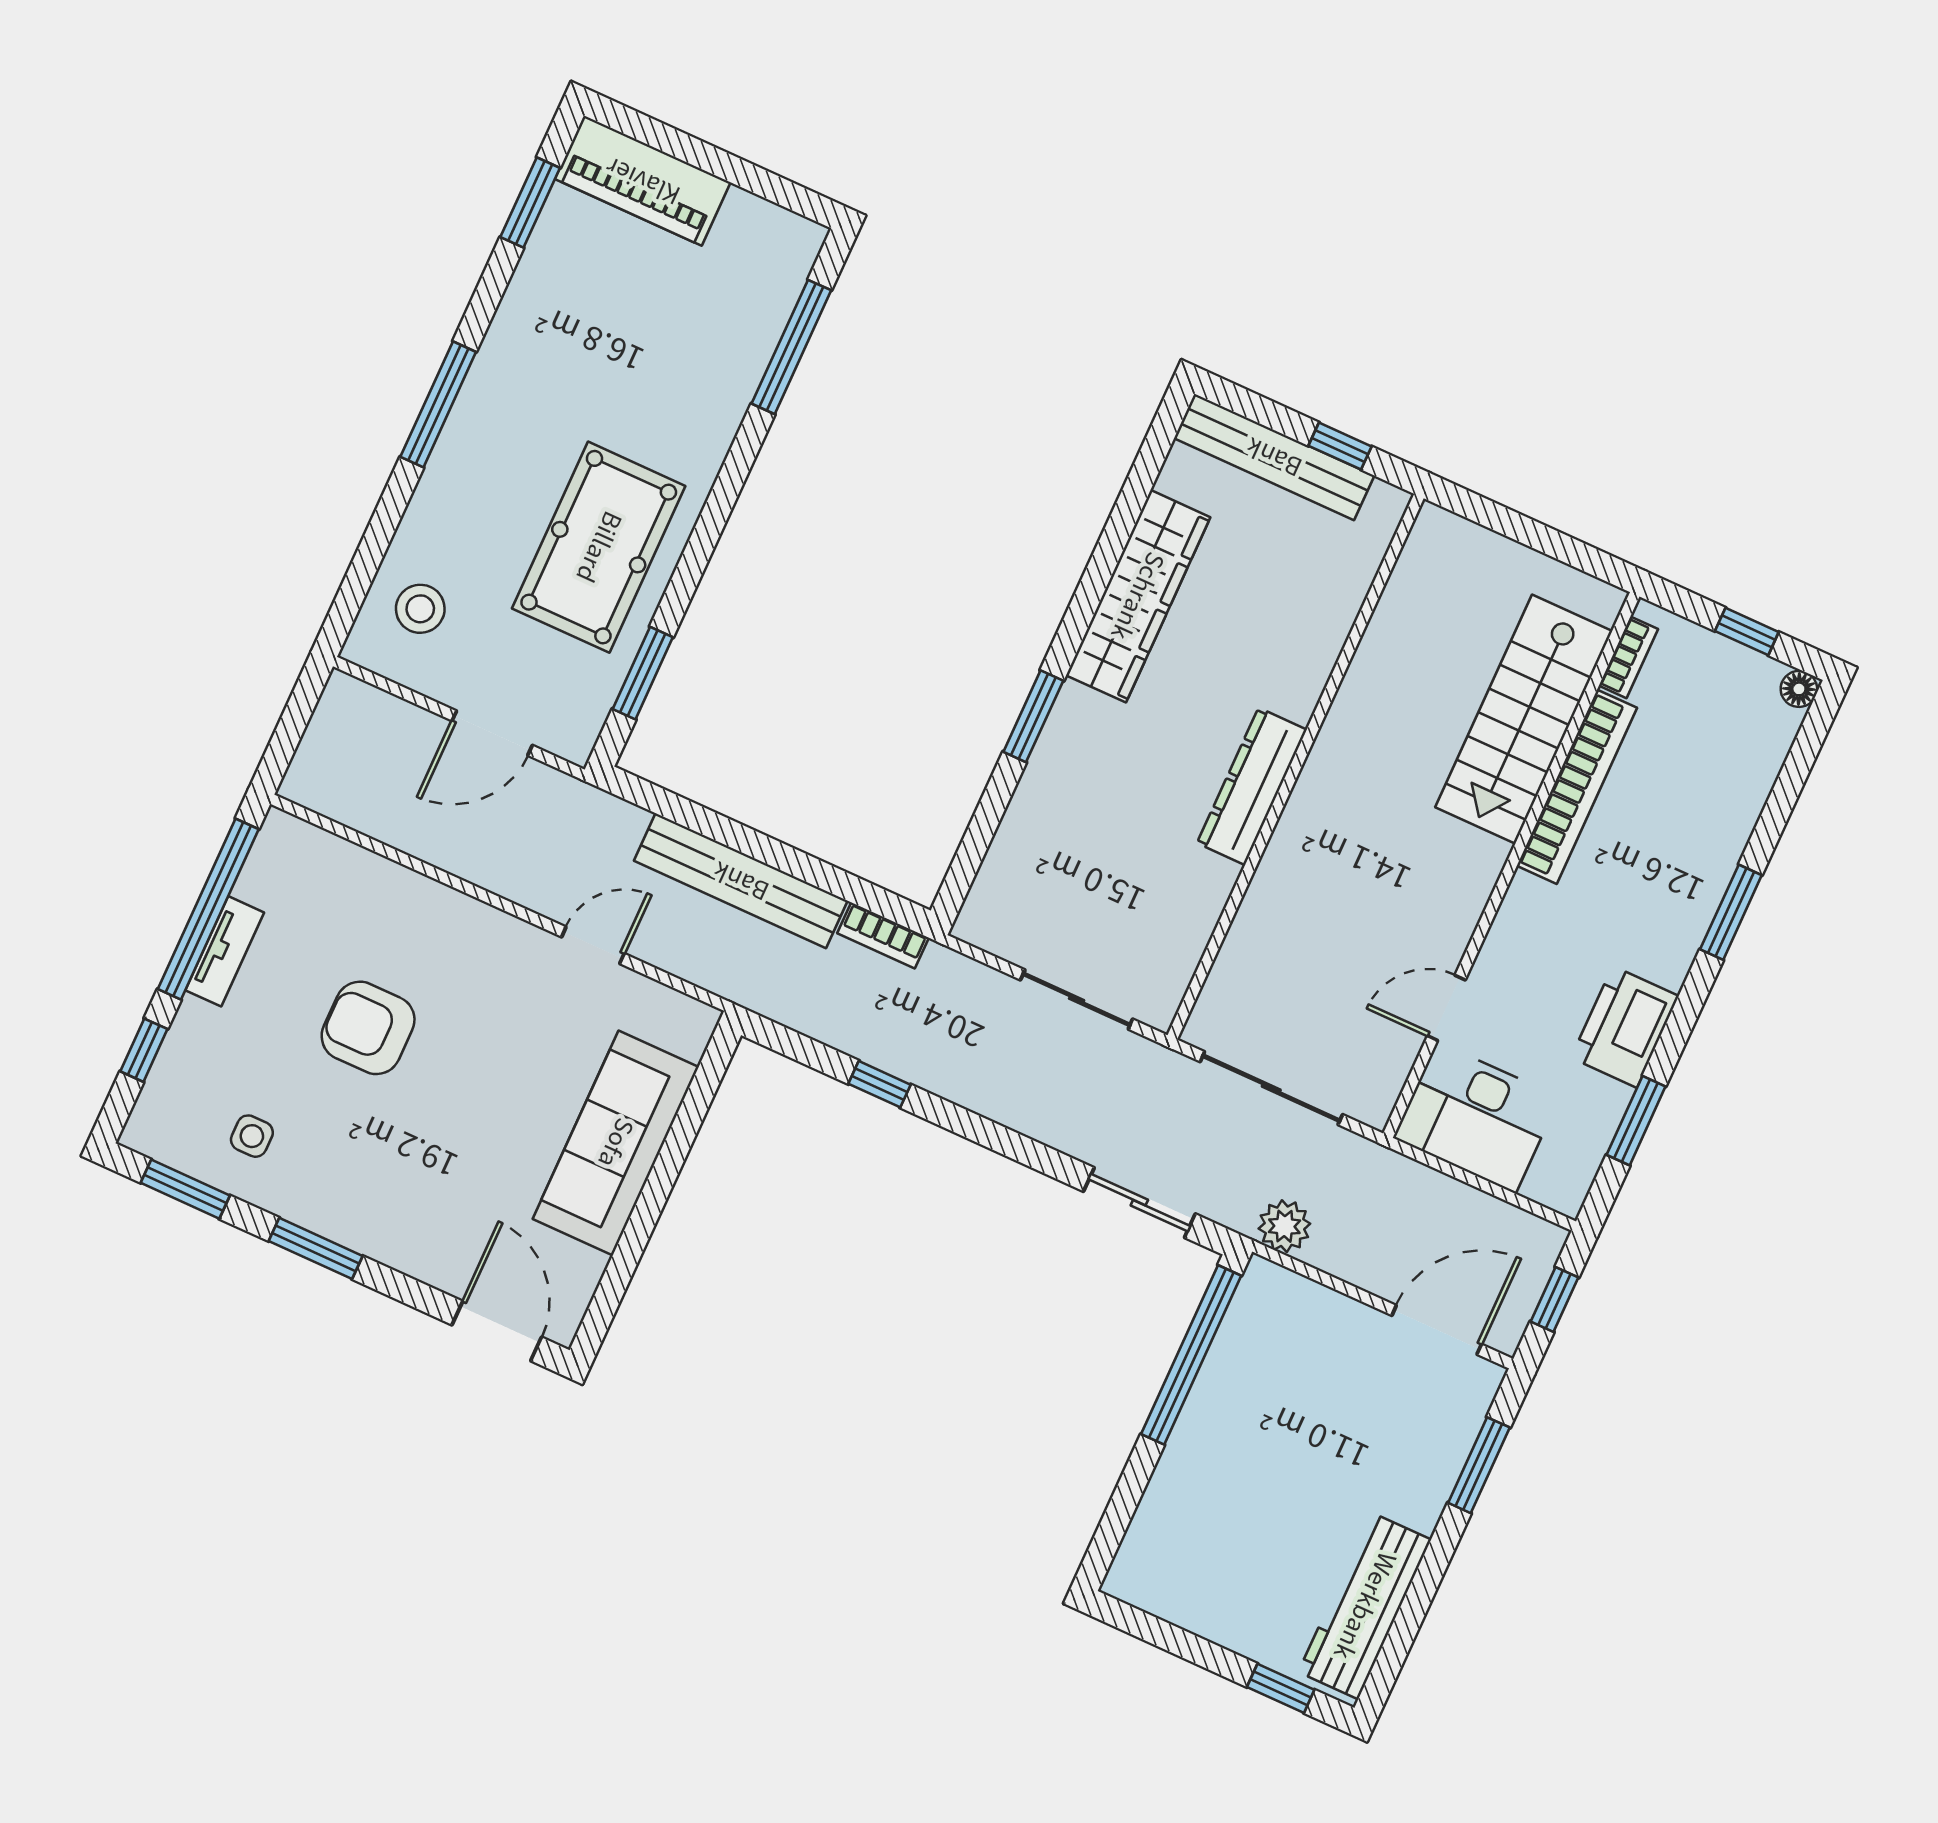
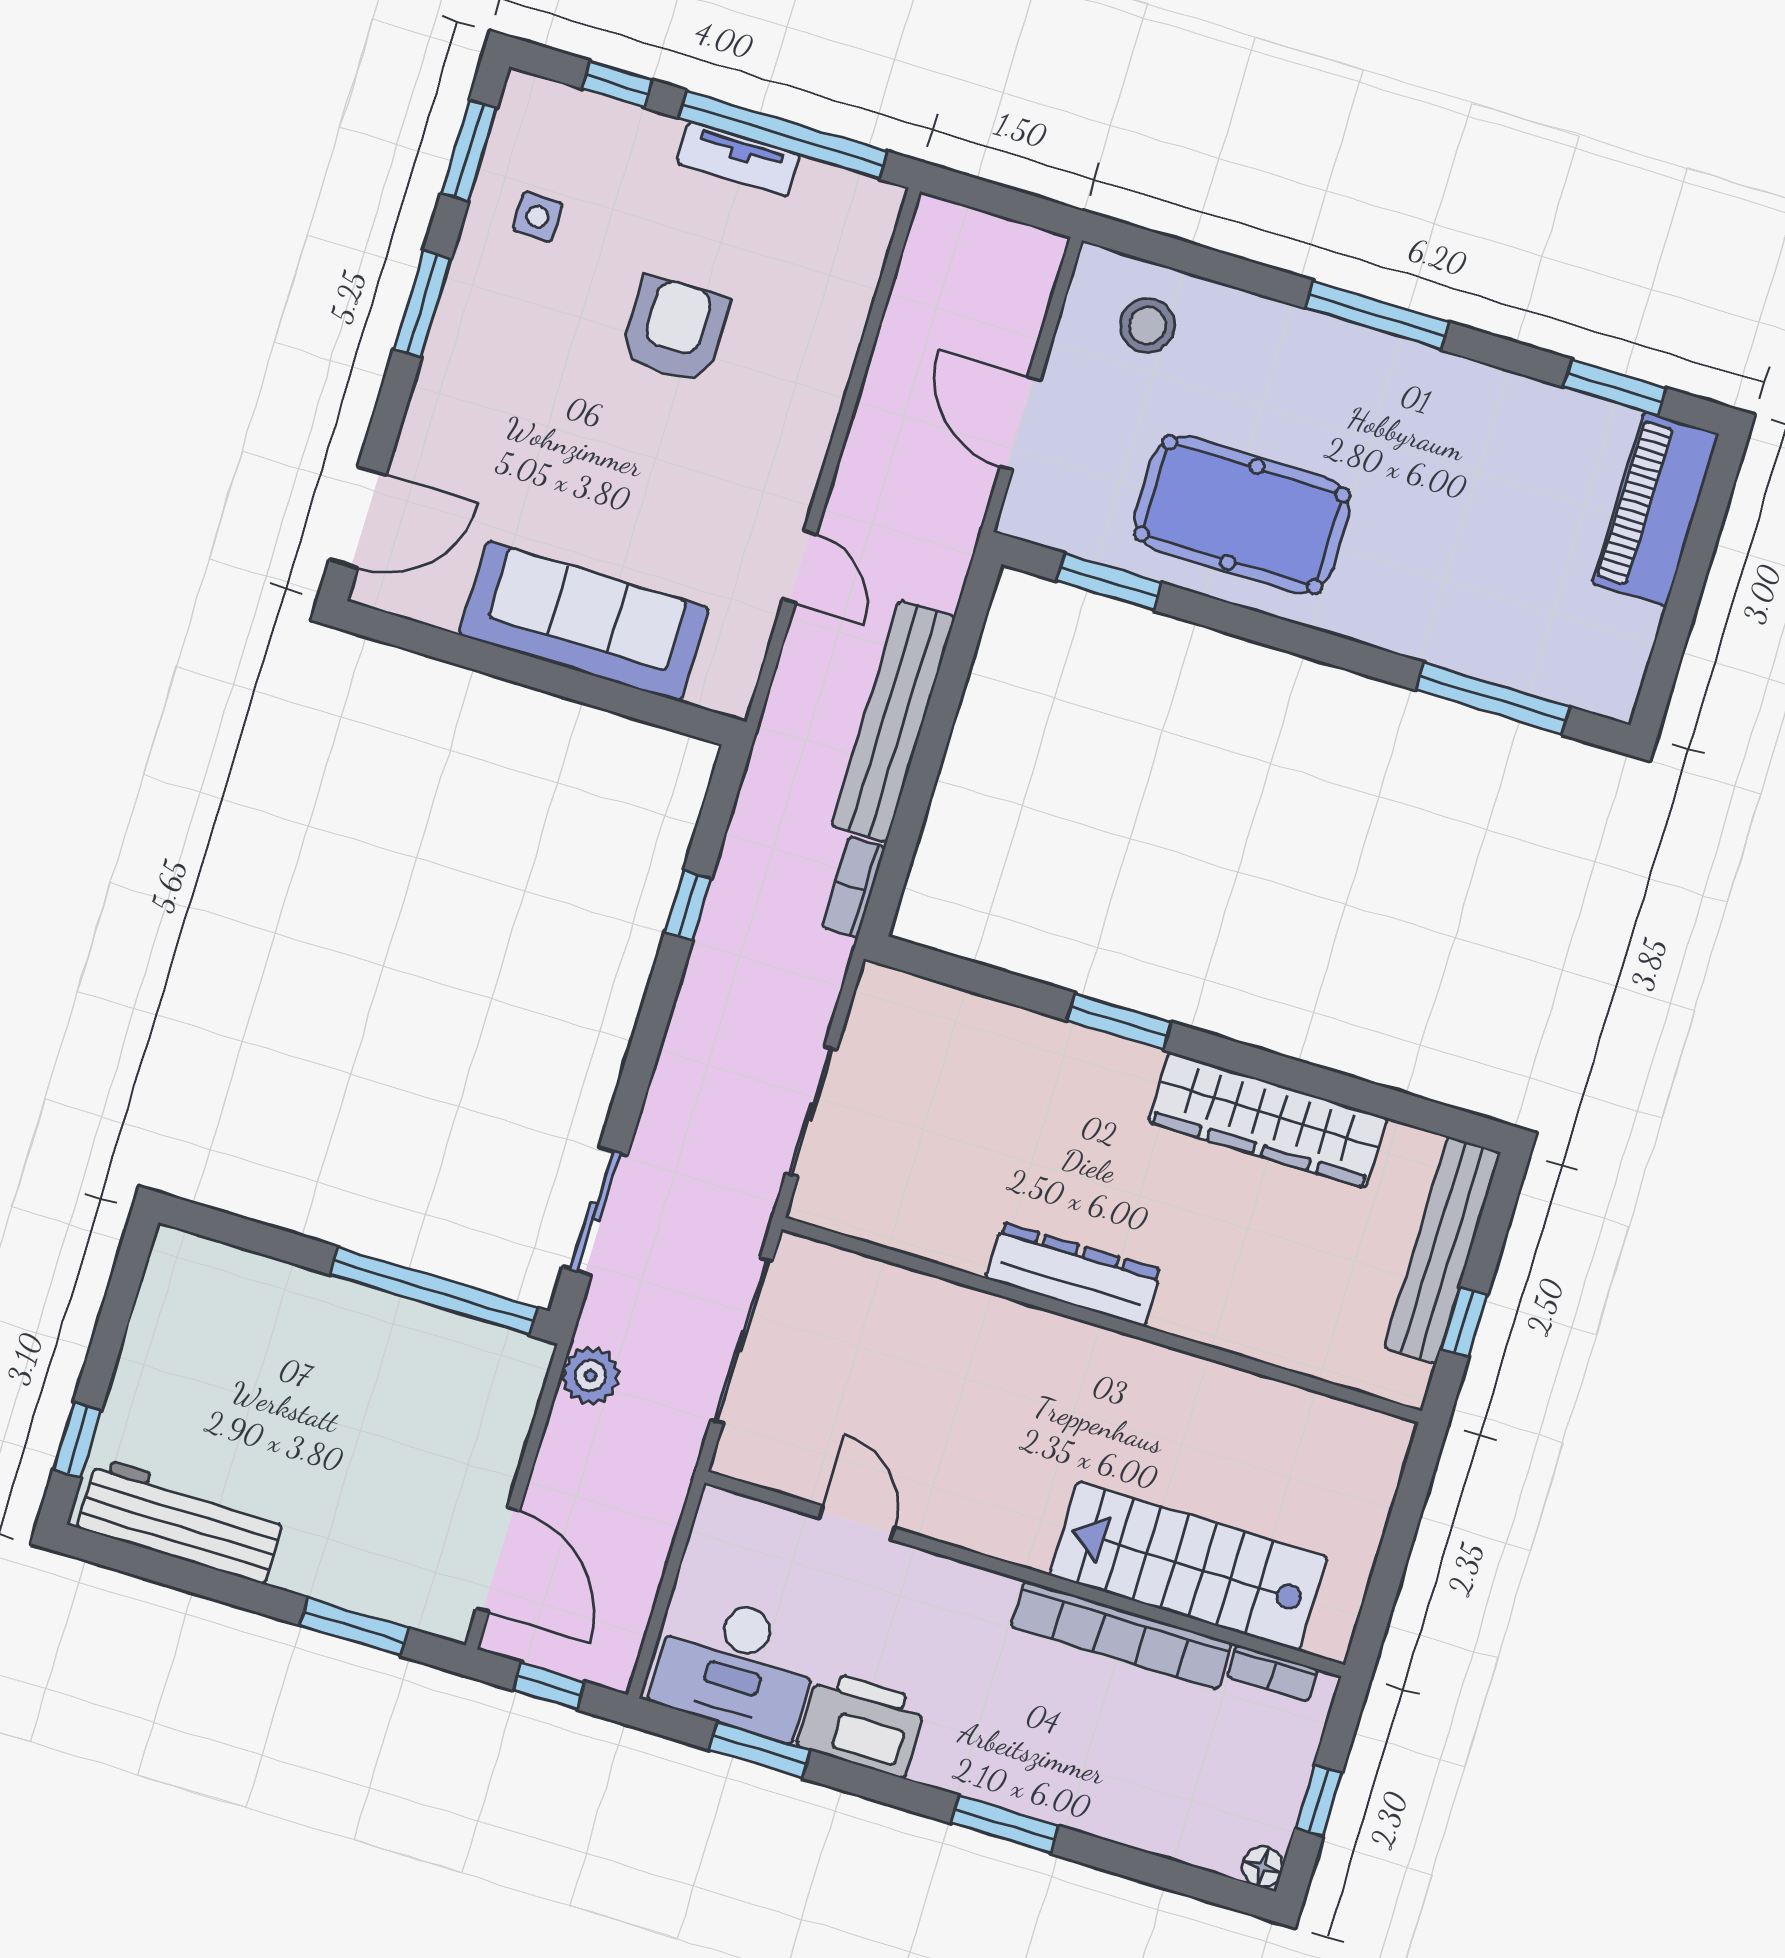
desk: (1476, 1118) -> (736, 1666), moved, turned -90

